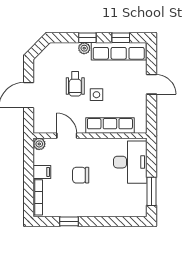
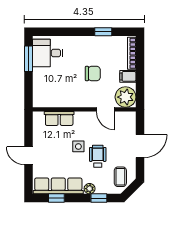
window: (87, 38) -> (99, 198), moved
coffee table: (50, 61) -> (120, 177), added
row of seats: (110, 126) -> (59, 118), width x0.68
plant: (39, 144) -> (126, 97), width x1.88, depth x1.88
desk: (130, 162) -> (48, 53), moved, width x0.73

